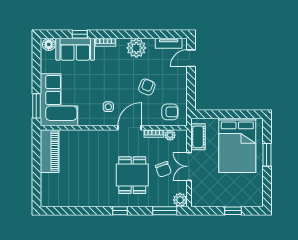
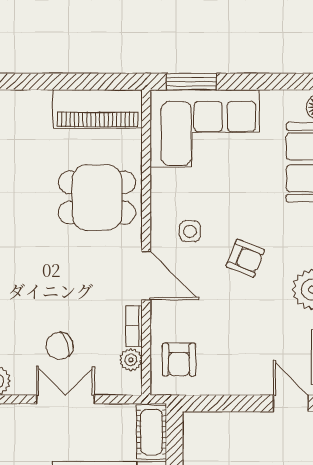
armchair: (147, 87) -> (245, 258), moved
cot: (198, 137) -> (151, 432), moved, turned 90
dining table: (132, 175) -> (97, 197), moved

